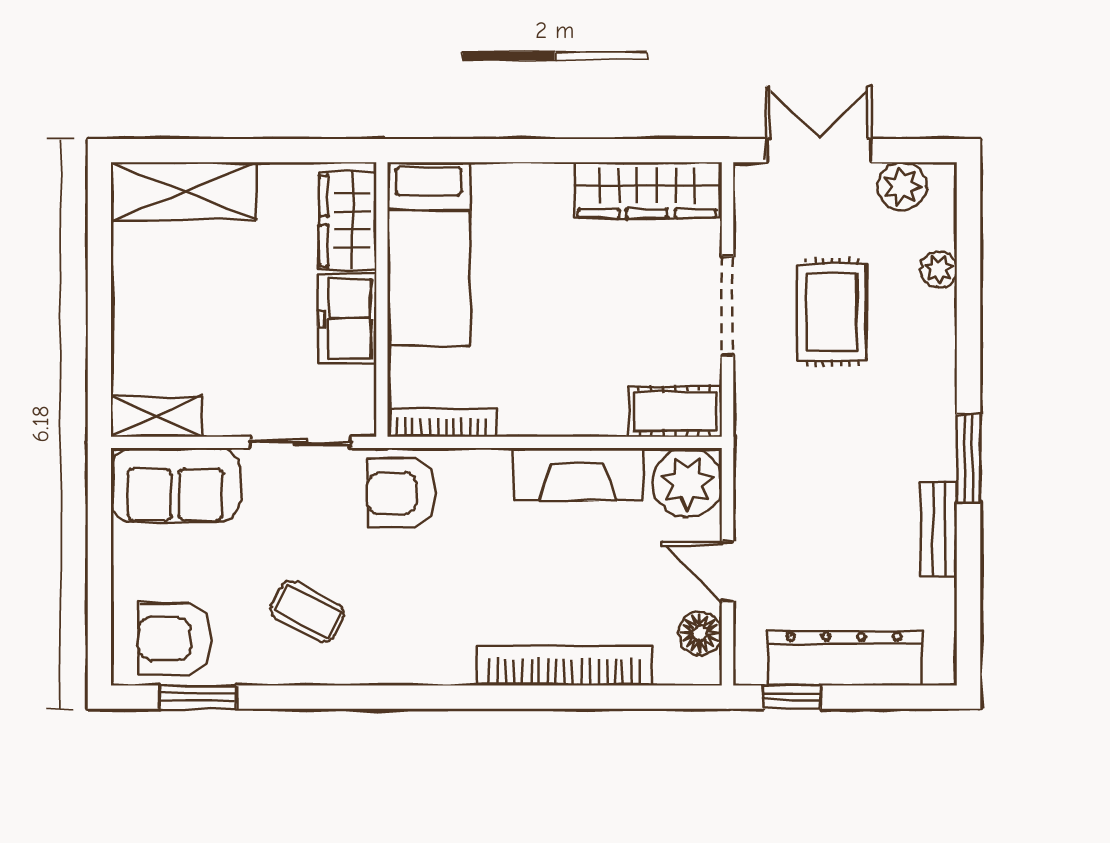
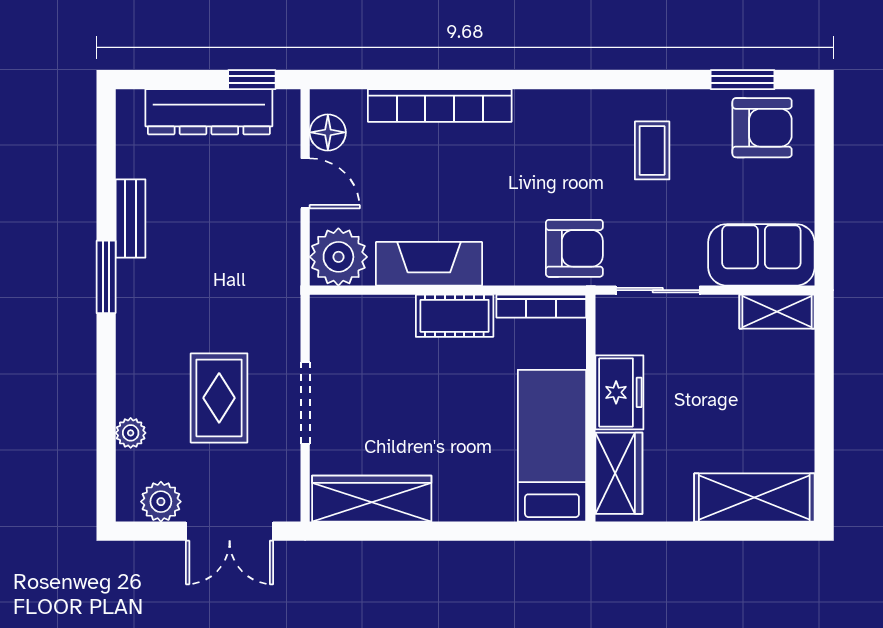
cot: (675, 411) -> (455, 316), moved
coffee table: (308, 611) -> (652, 150), turned 63

